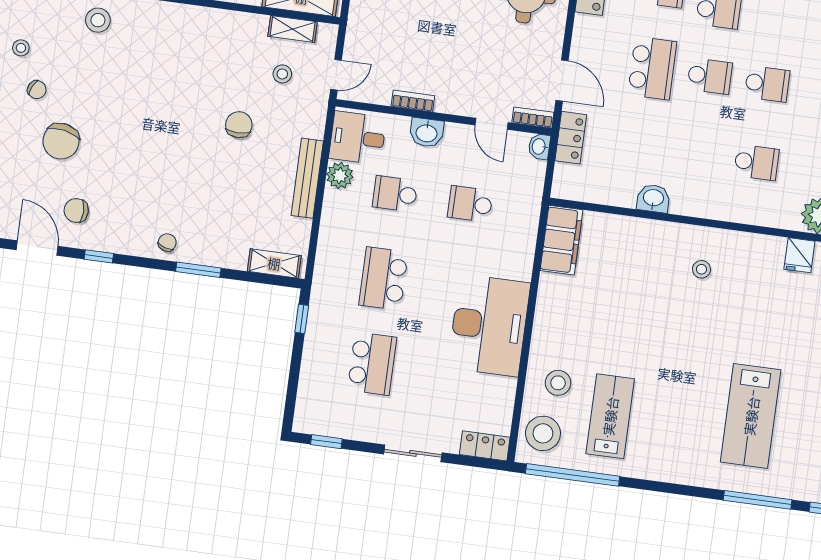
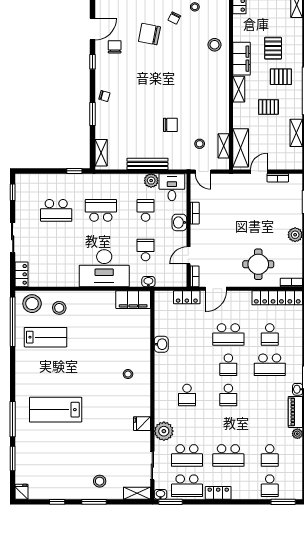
washbasin: (539, 146) -> (148, 282), moved
desk: (489, 325) -> (104, 268), moved

